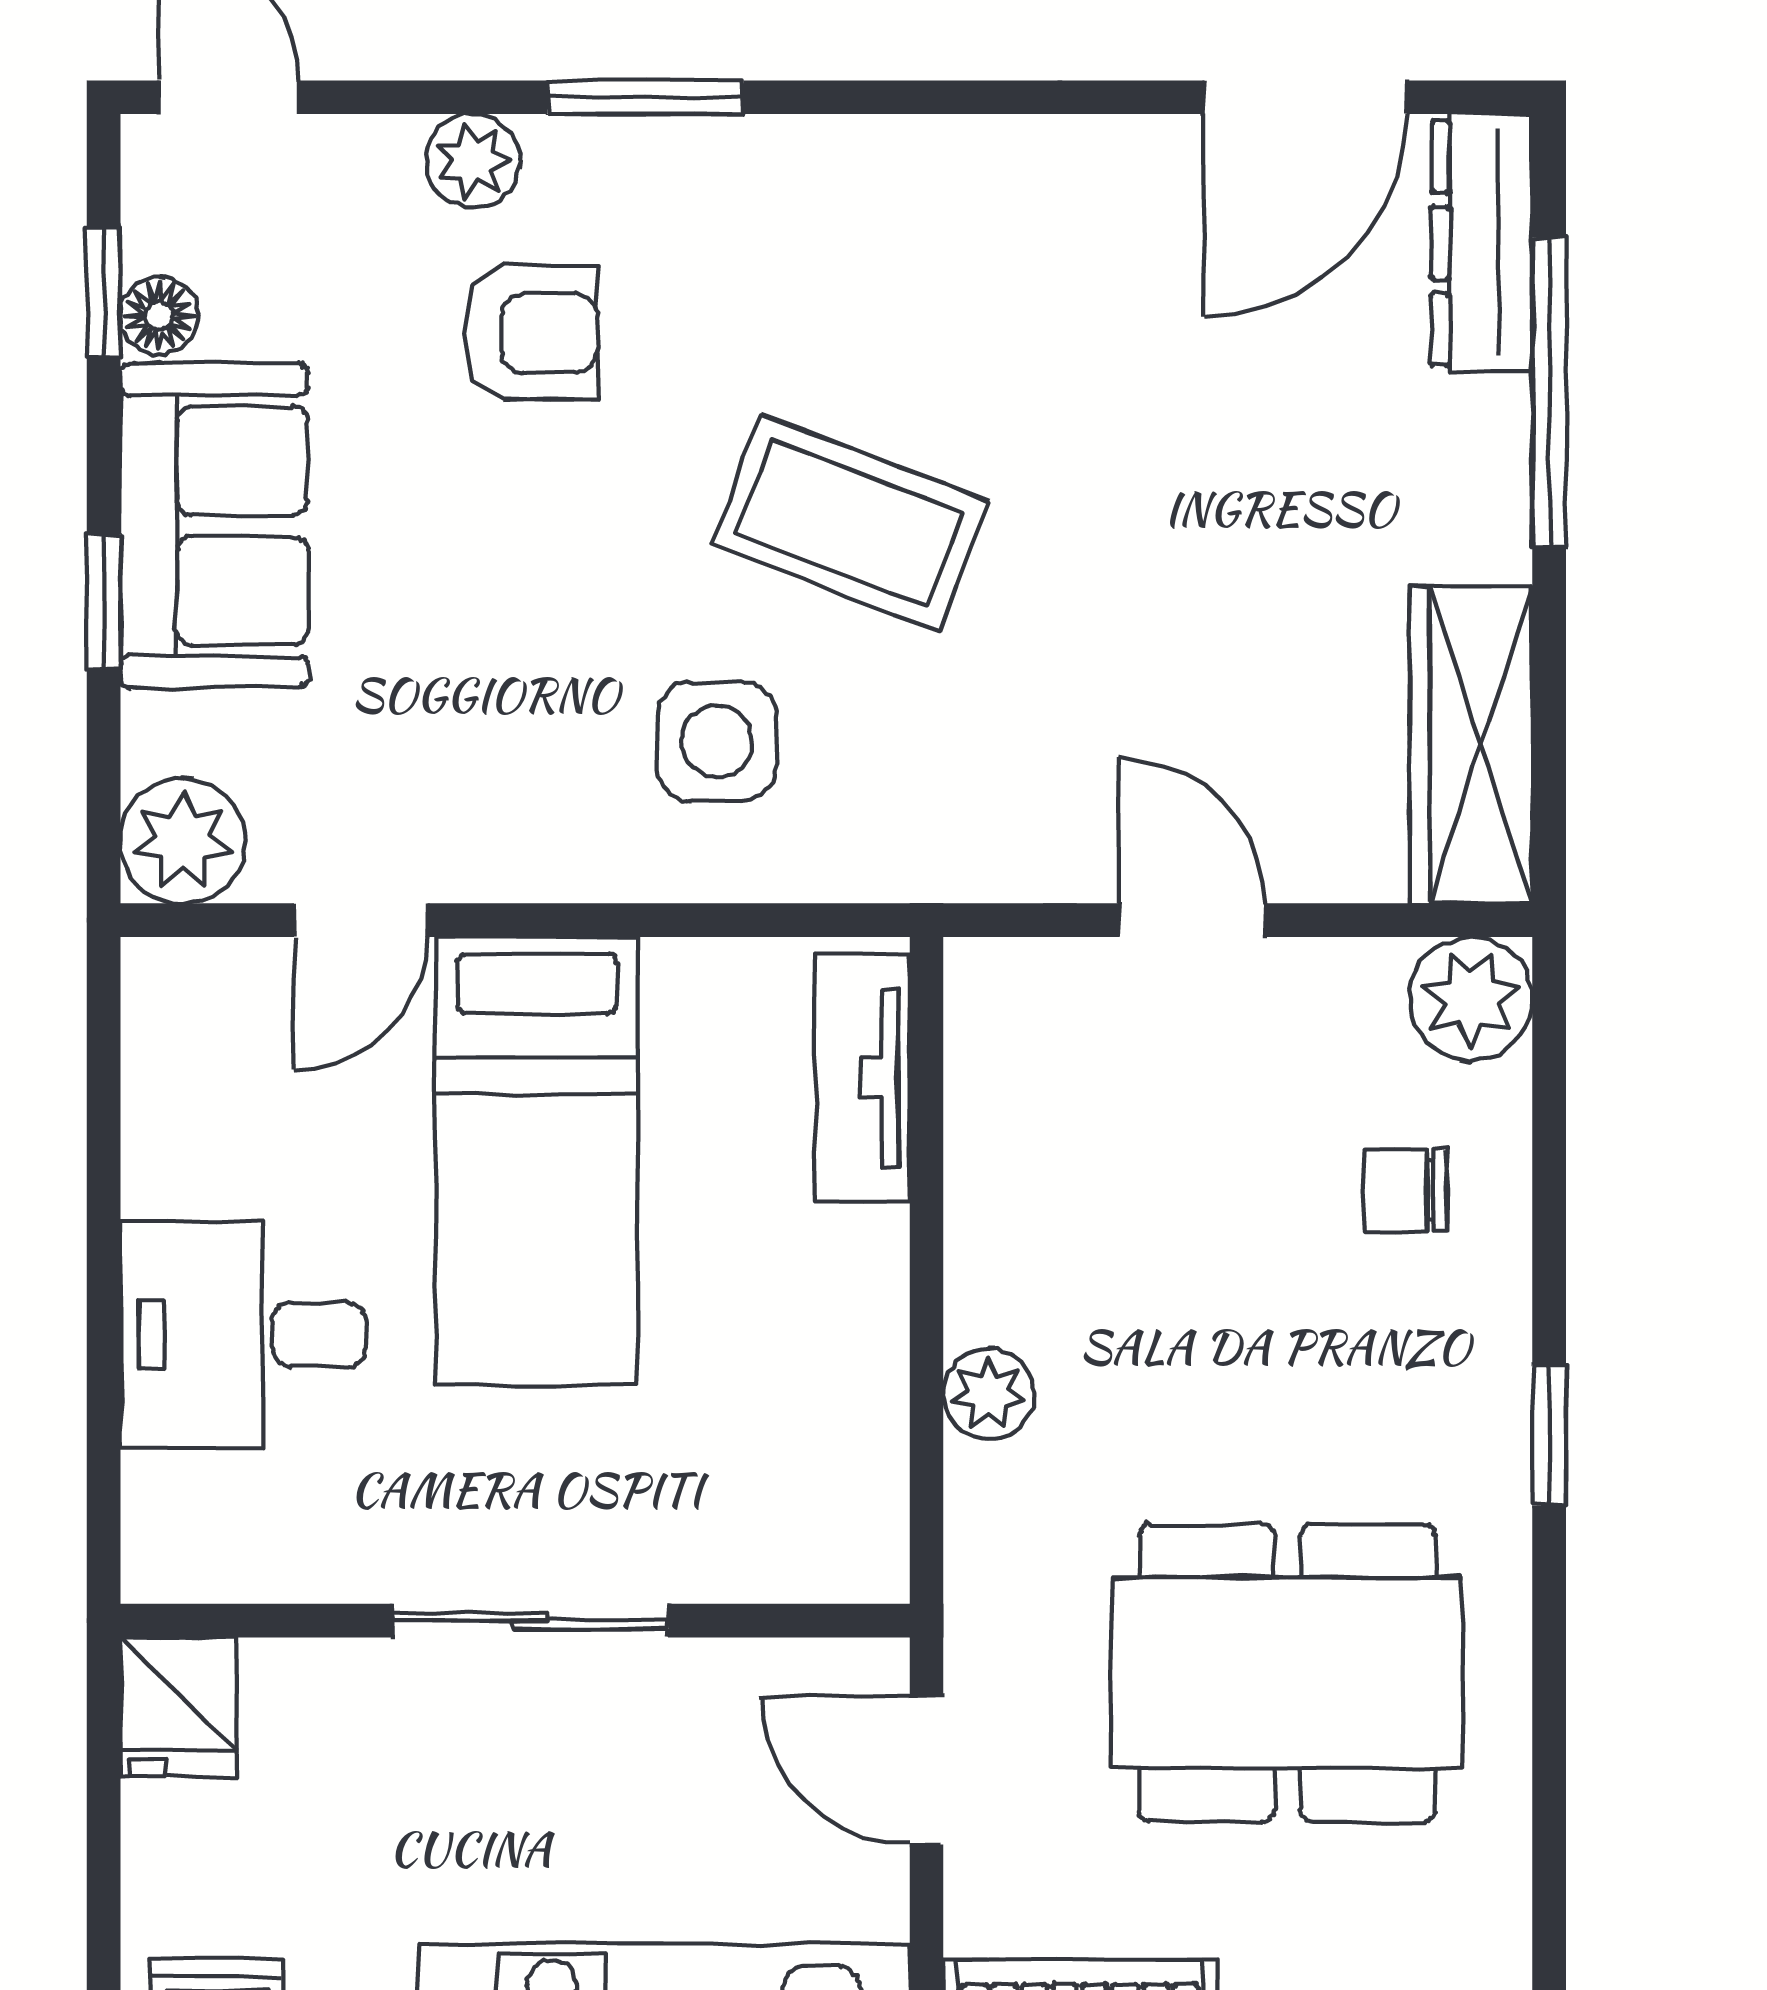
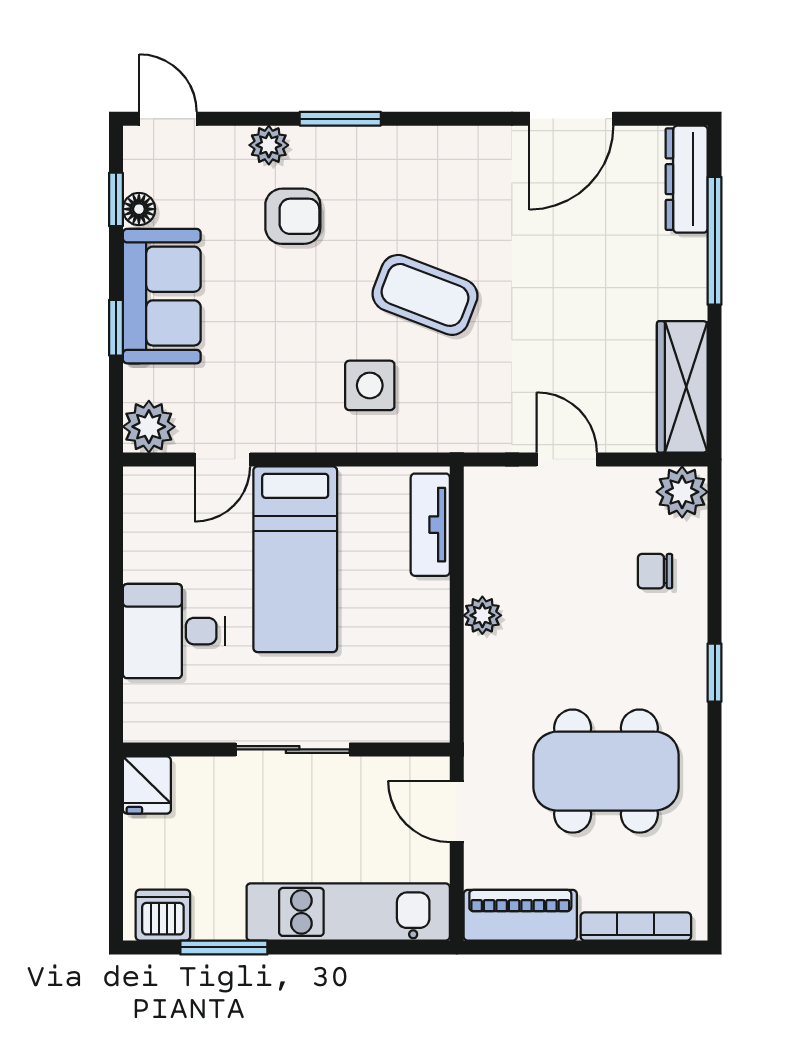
door: (1305, 97) -> (571, 119), moved
plant: (989, 1394) -> (482, 615), moved

